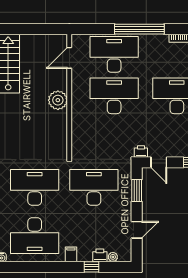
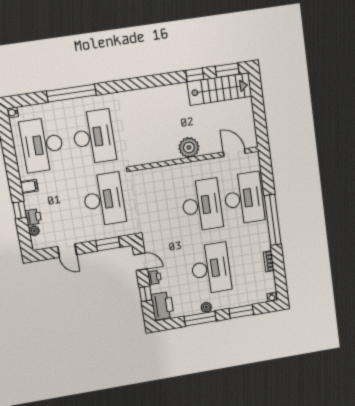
printer: (141, 152) -> (154, 277), moved
door: (159, 162) -> (140, 262), swing flipped

